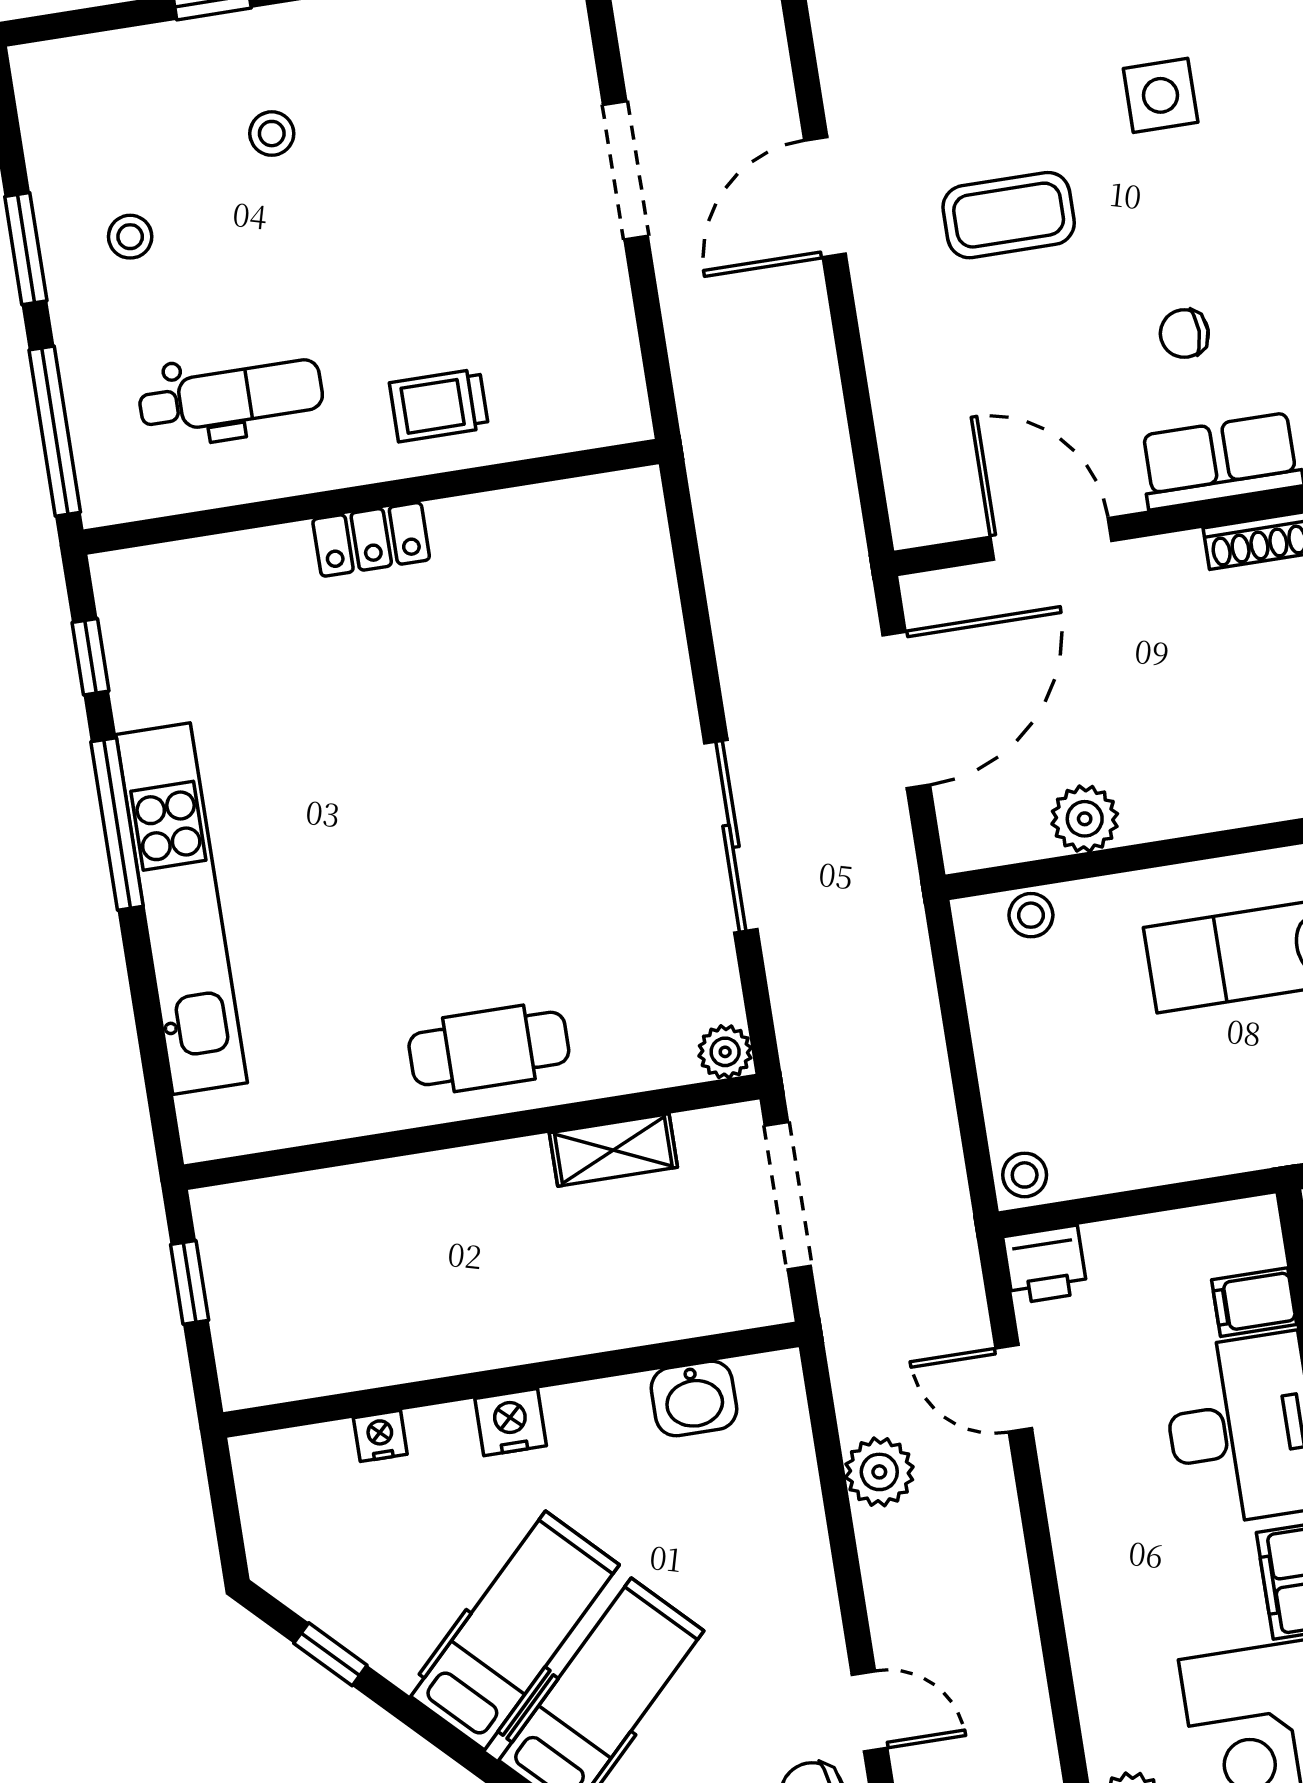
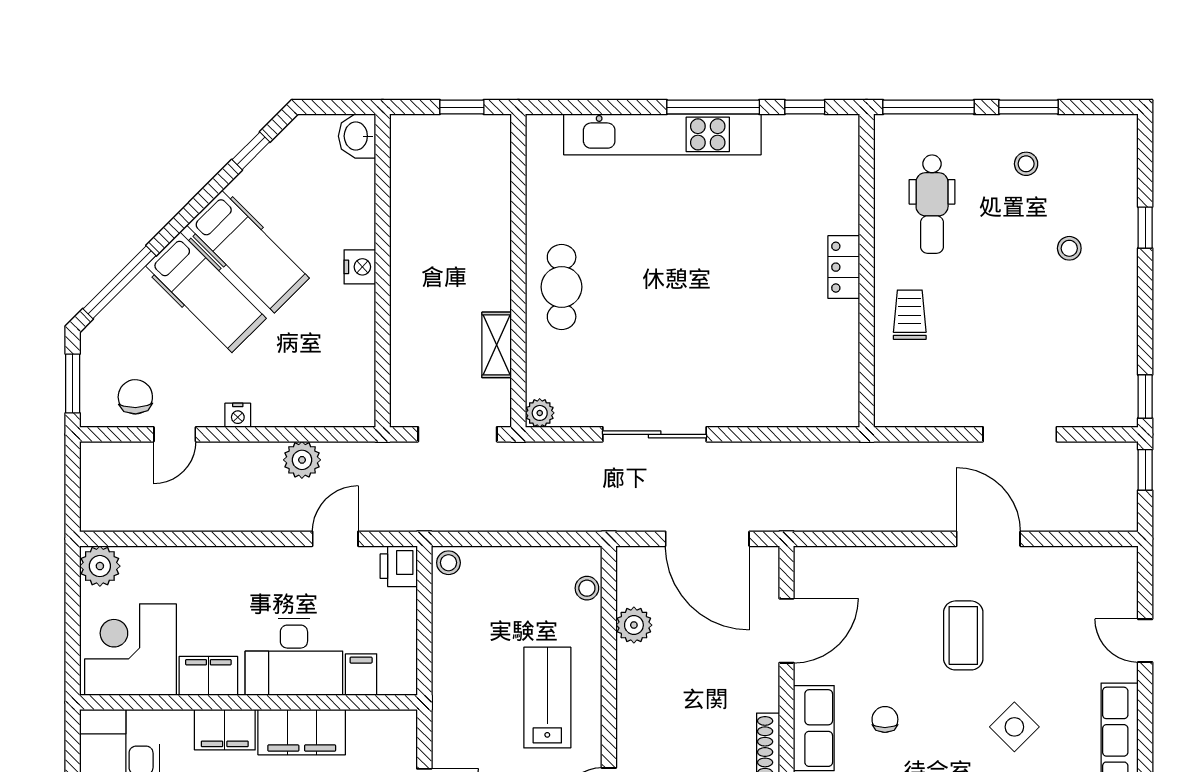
side table: (1161, 95) -> (1014, 727), turned 45
washbasin: (694, 1399) -> (357, 136), moved
nightstand: (380, 1436) -> (238, 415), moved, turned 90

